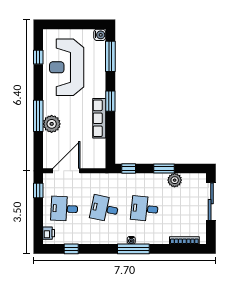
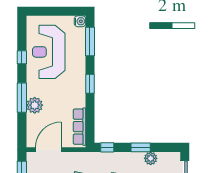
window: (38, 57) -> (22, 57), moved
row of seats: (99, 118) -> (79, 127), moved

